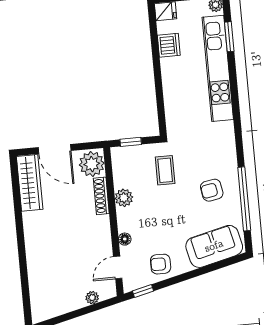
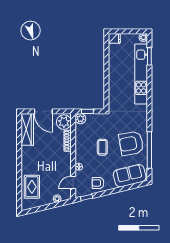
dishwasher: (169, 45) -> (114, 58), removed
coffee table: (165, 170) -> (102, 147), moved
armchair: (212, 190) -> (131, 143), width x1.88, depth x1.88
plant: (124, 198) -> (80, 119), moved
rug: (47, 281) -> (32, 187), added

